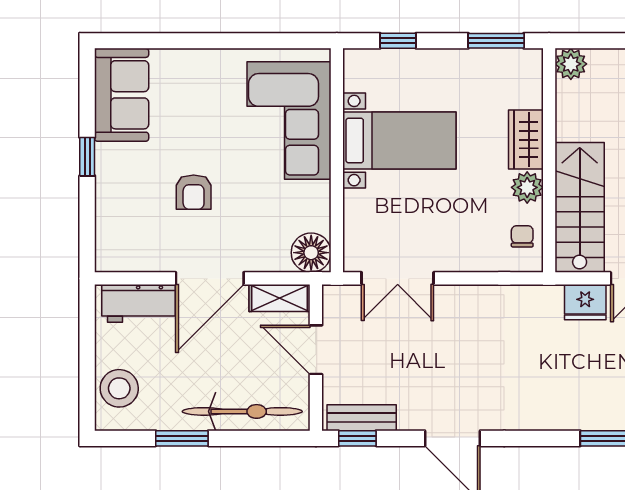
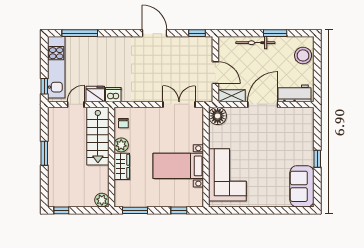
armchair: (194, 192) -> (270, 143), removed
dishwasher: (545, 301) -> (113, 95), added
bicycle: (242, 411) -> (255, 43), width x0.73, depth x0.71
bench: (362, 418) -> (195, 42), removed

